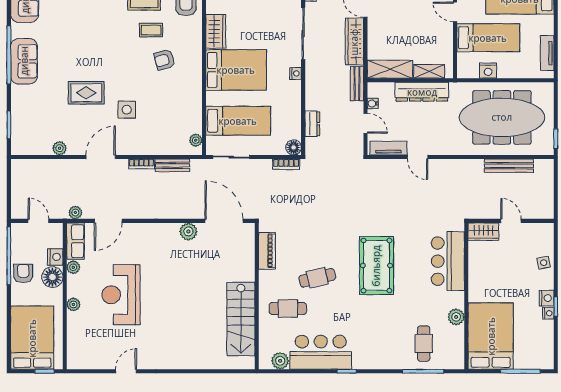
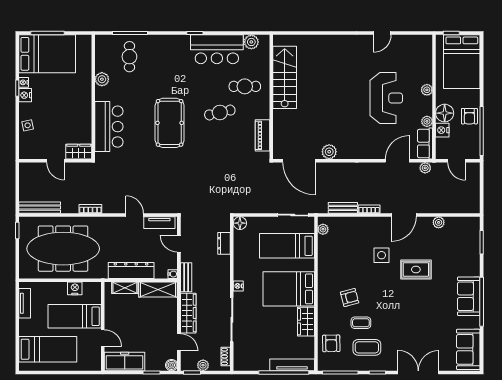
water cooler: (373, 103) -> (173, 274), moved
bookcase: (286, 164) -> (90, 209), moved
bench: (509, 166) -> (40, 208), moved
bed: (491, 336) -> (47, 54), moved, turned -90

